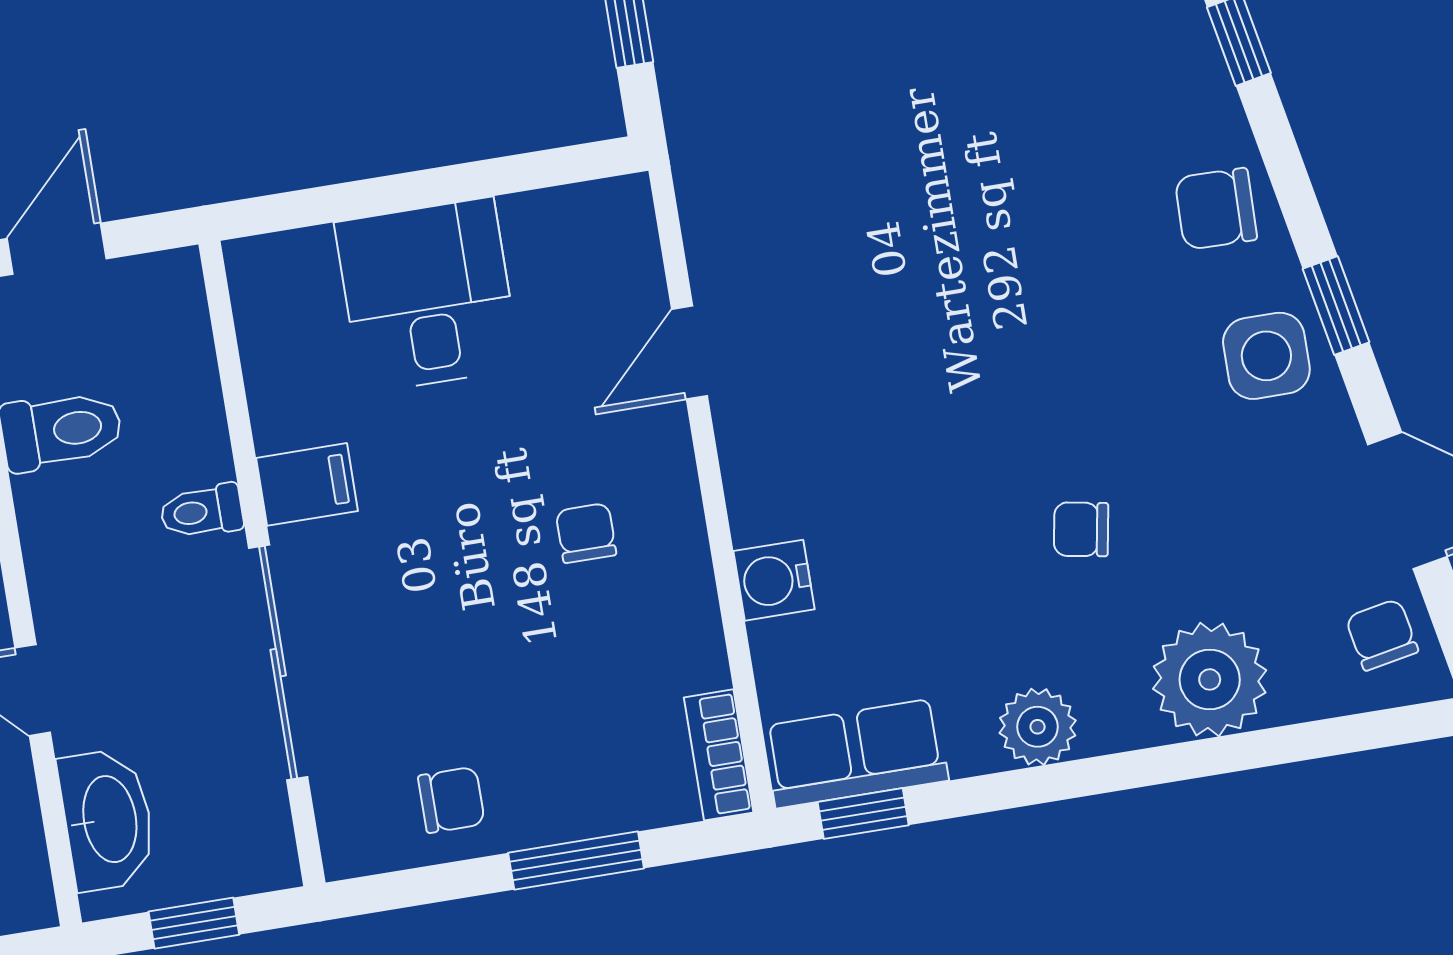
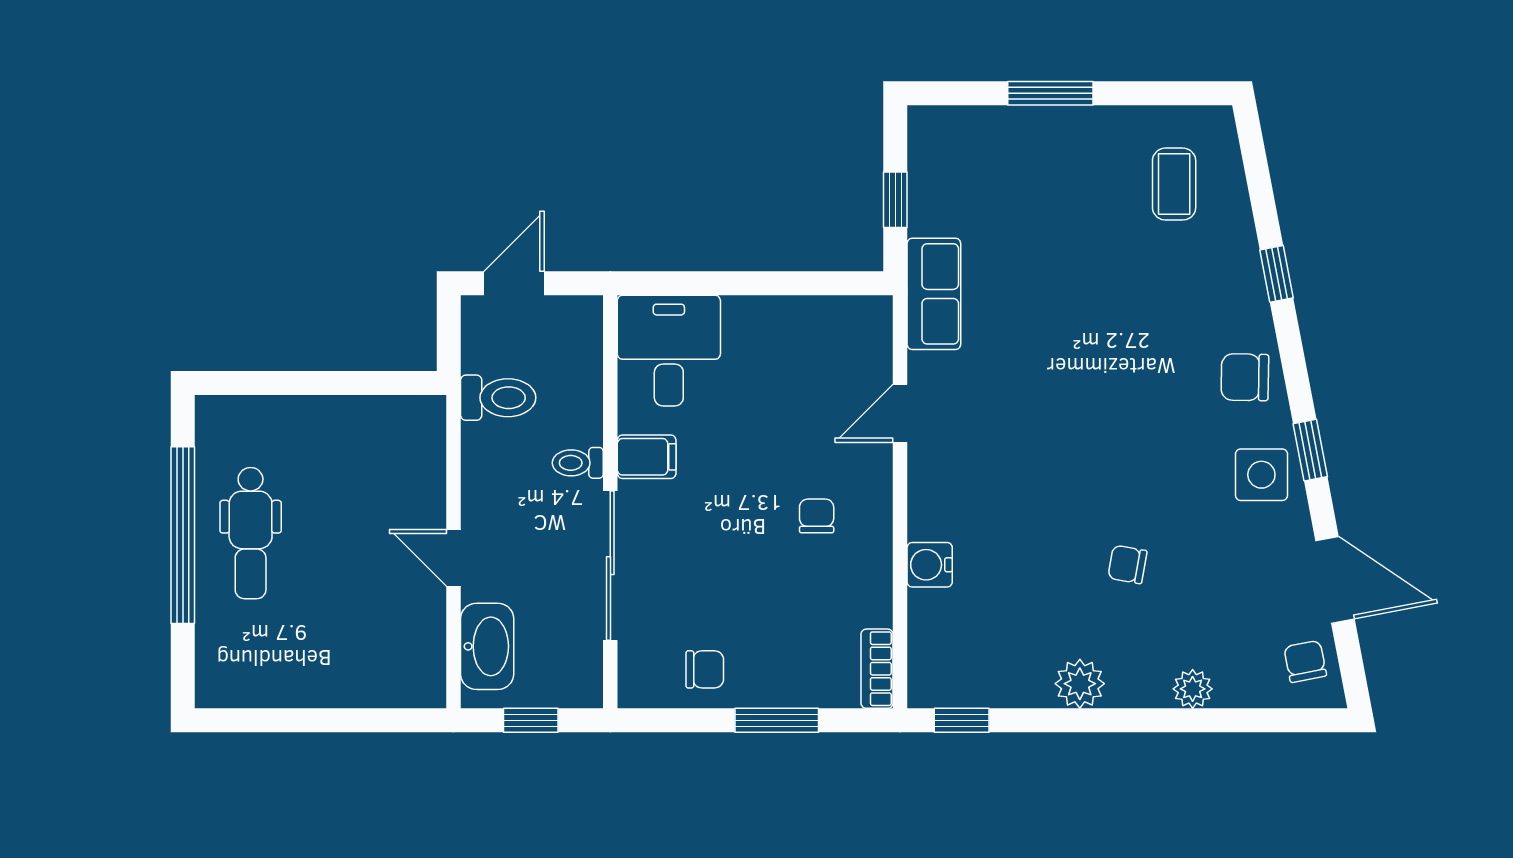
desk: (428, 295) -> (669, 351), moved
plant: (1210, 679) -> (1193, 689), width x0.53, depth x0.53
row of seats: (856, 753) -> (934, 294), moved, turned 90

